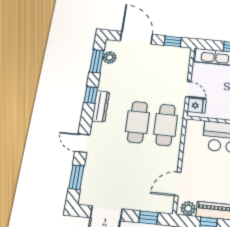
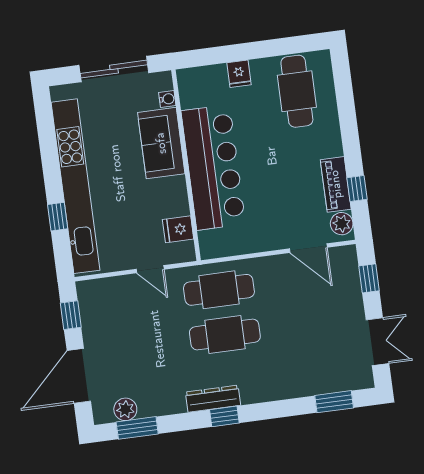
door: (188, 89) -> (150, 269), swing flipped
window: (91, 95) -> (224, 416), moved
fridge: (197, 106) -> (178, 229), moved, turned -90
door: (82, 143) -> (280, 409), removed

